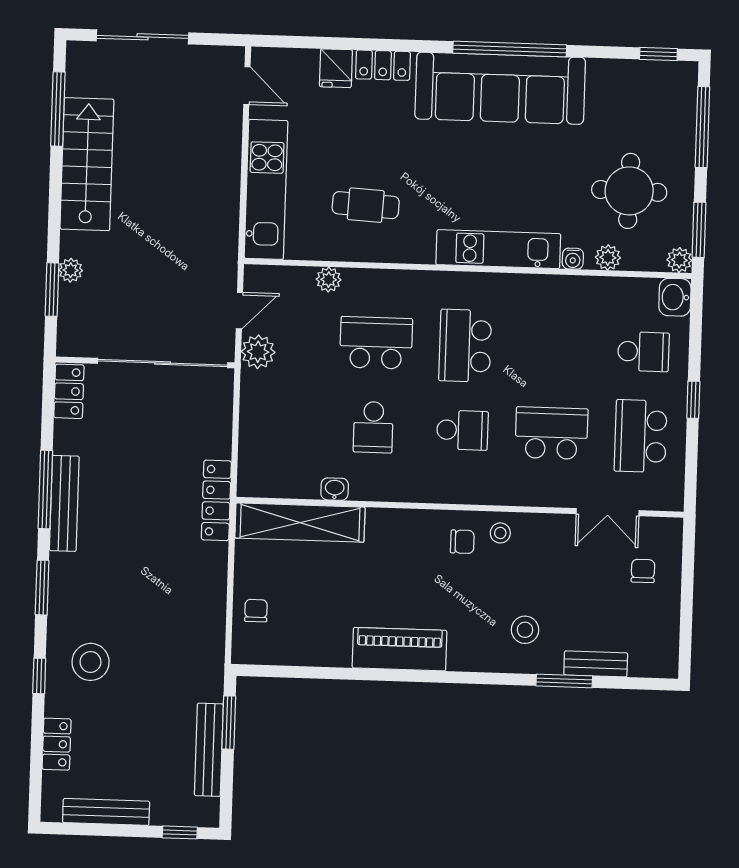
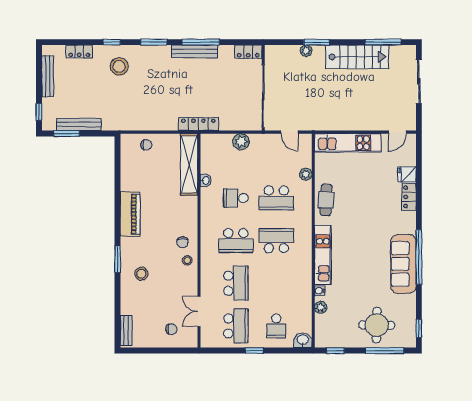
sofa: (500, 88) -> (403, 264), width x0.74, depth x0.79
round table: (629, 191) -> (377, 325), moved
cafe table: (366, 205) -> (326, 200), moved
window: (699, 230) -> (335, 351), width x0.67
plant: (679, 260) -> (321, 342), removed
window: (52, 290) -> (317, 42), moved
school desk: (376, 343) -> (276, 198), turned 90
plant: (258, 352) -> (241, 142), moved
school desk: (462, 430) -> (236, 241), width x1.85
school desk: (641, 436) -> (236, 326), turned 90
bench: (596, 664) -> (126, 330), moved
window: (564, 681) -> (118, 259), moved
window: (229, 723) -> (67, 134), moved

